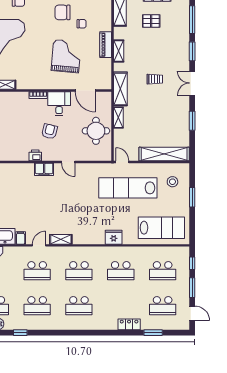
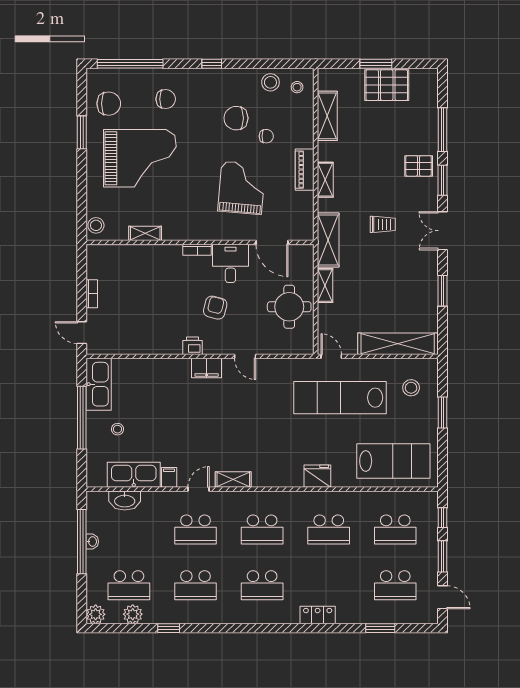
pallet: (151, 21) -> (419, 166), moved
locker: (129, 324) -> (318, 615), moved

